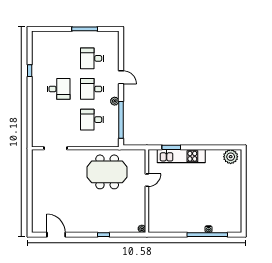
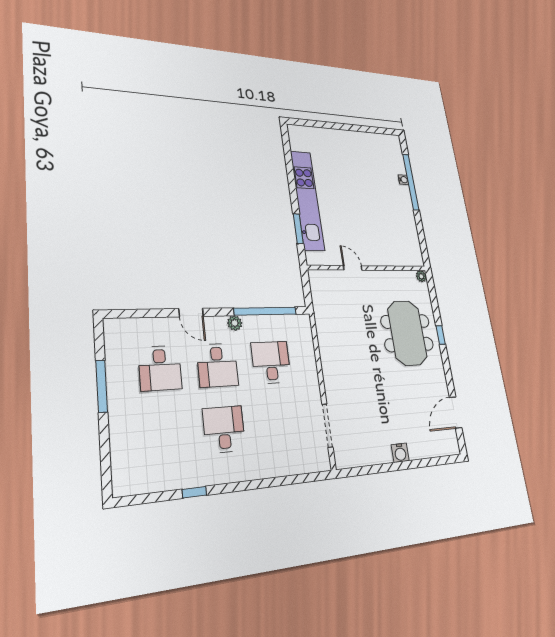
door: (121, 77) -> (191, 313), swing flipped
desk: (92, 120) -> (271, 362), turned 180
kitchen unit: (181, 156) -> (307, 200), width x1.36
plant: (231, 157) -> (299, 140), removed
meeting table: (107, 172) -> (407, 333), moved
water cooler: (37, 191) -> (400, 453), added

